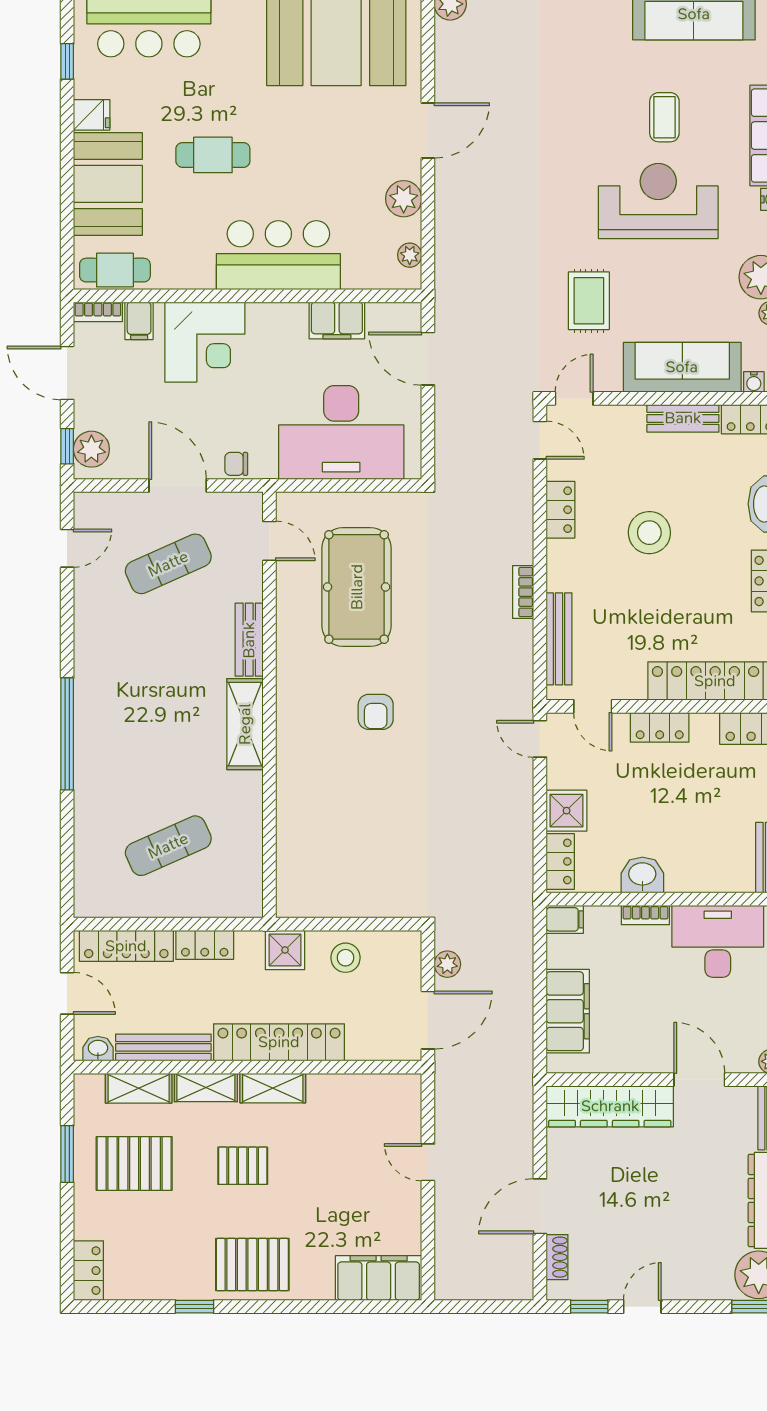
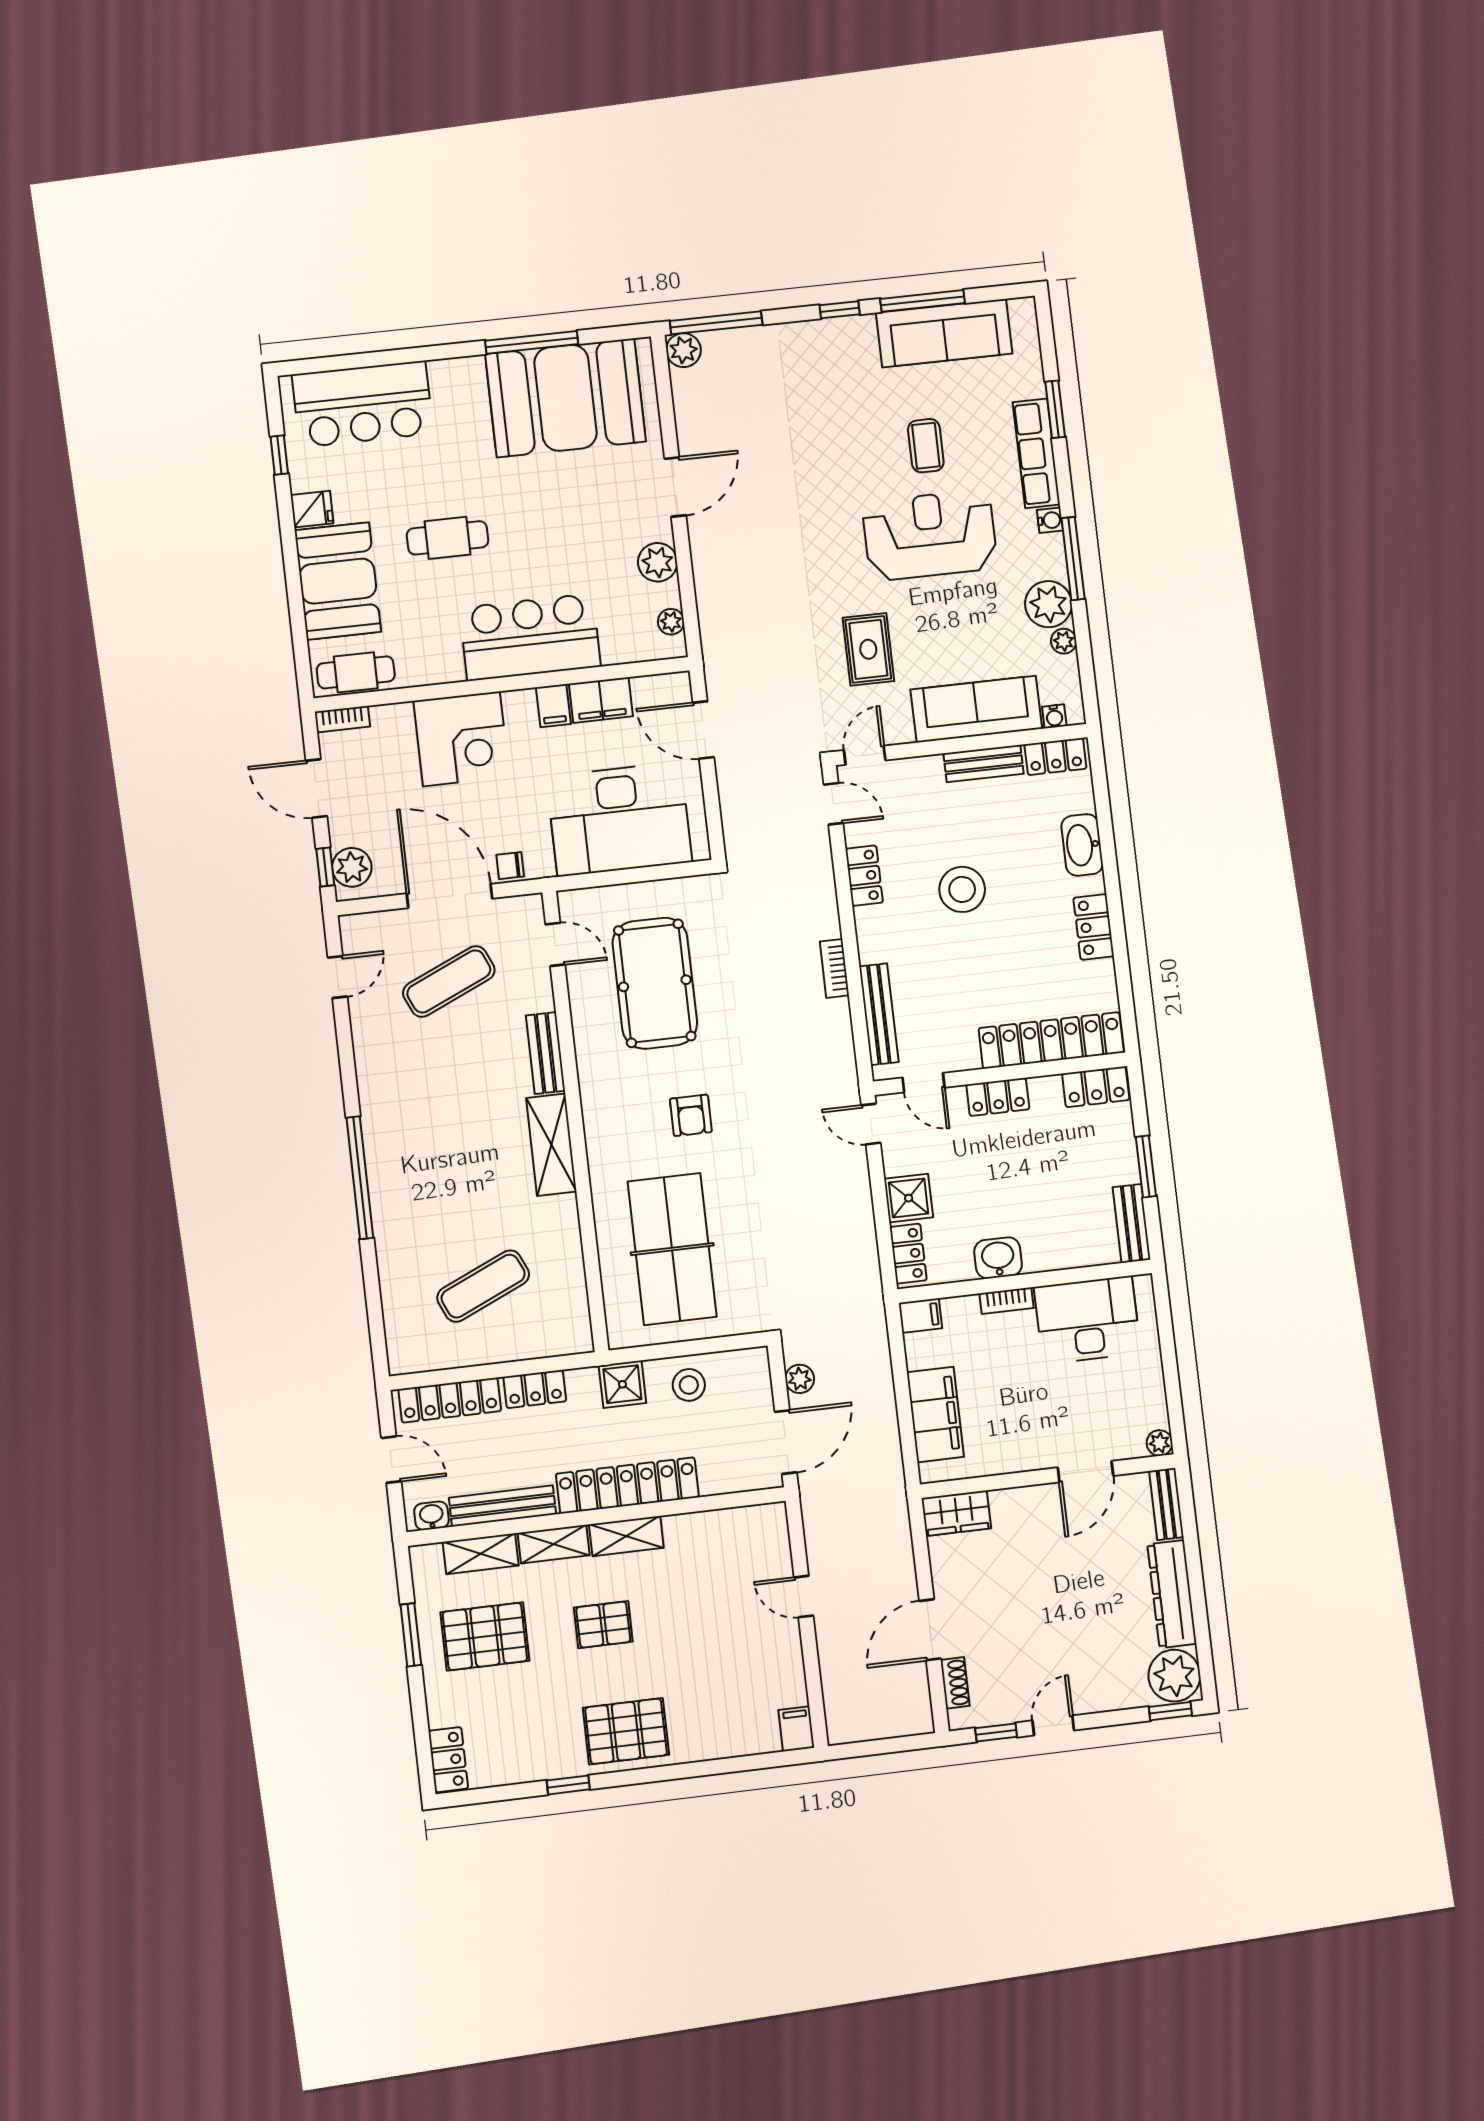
filing cabinet: (139, 321) -> (553, 706), moved
door: (178, 486) -> (449, 896), width x1.36
table tennis table: (344, 832) -> (672, 1249), added
door: (699, 1080) -> (1085, 1472), swing flipped
wardrobe: (610, 1106) -> (956, 1513), width x0.48, depth x0.85
filing cabinet: (379, 1278) -> (796, 1729), width x0.33, depth x0.86

